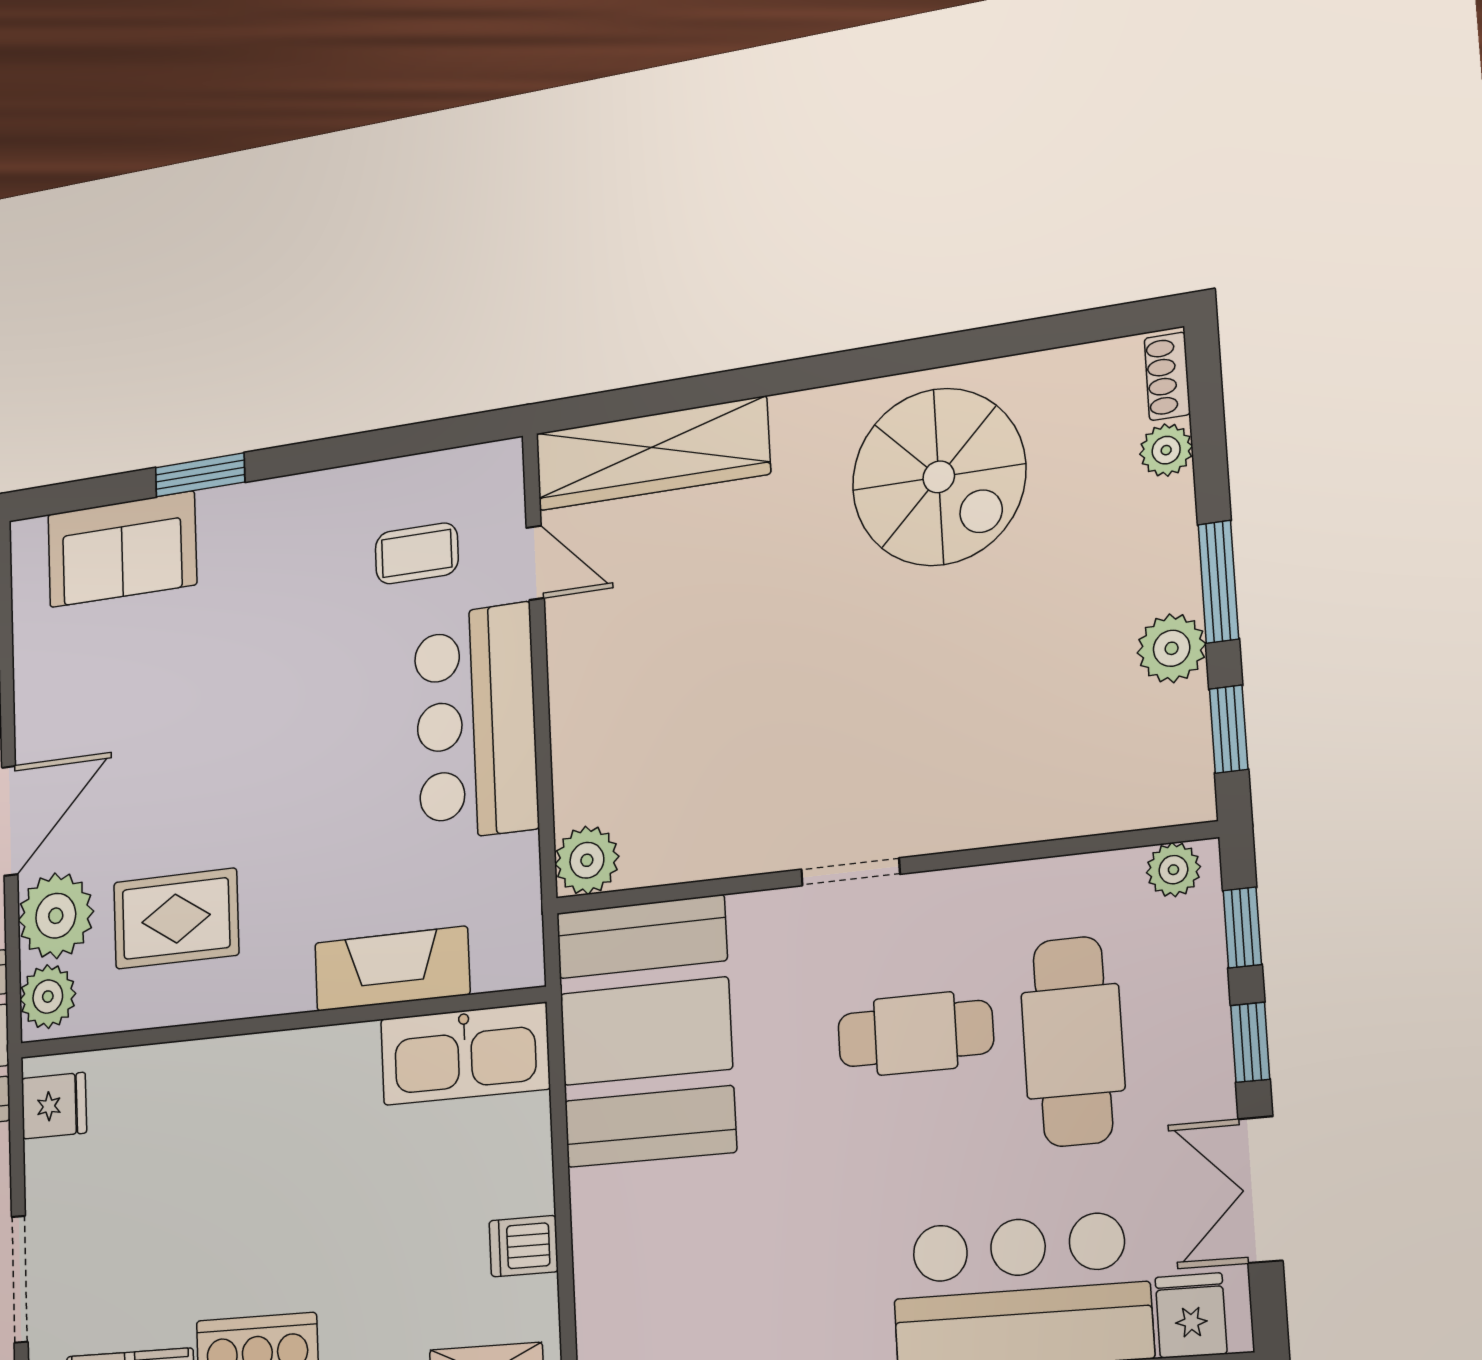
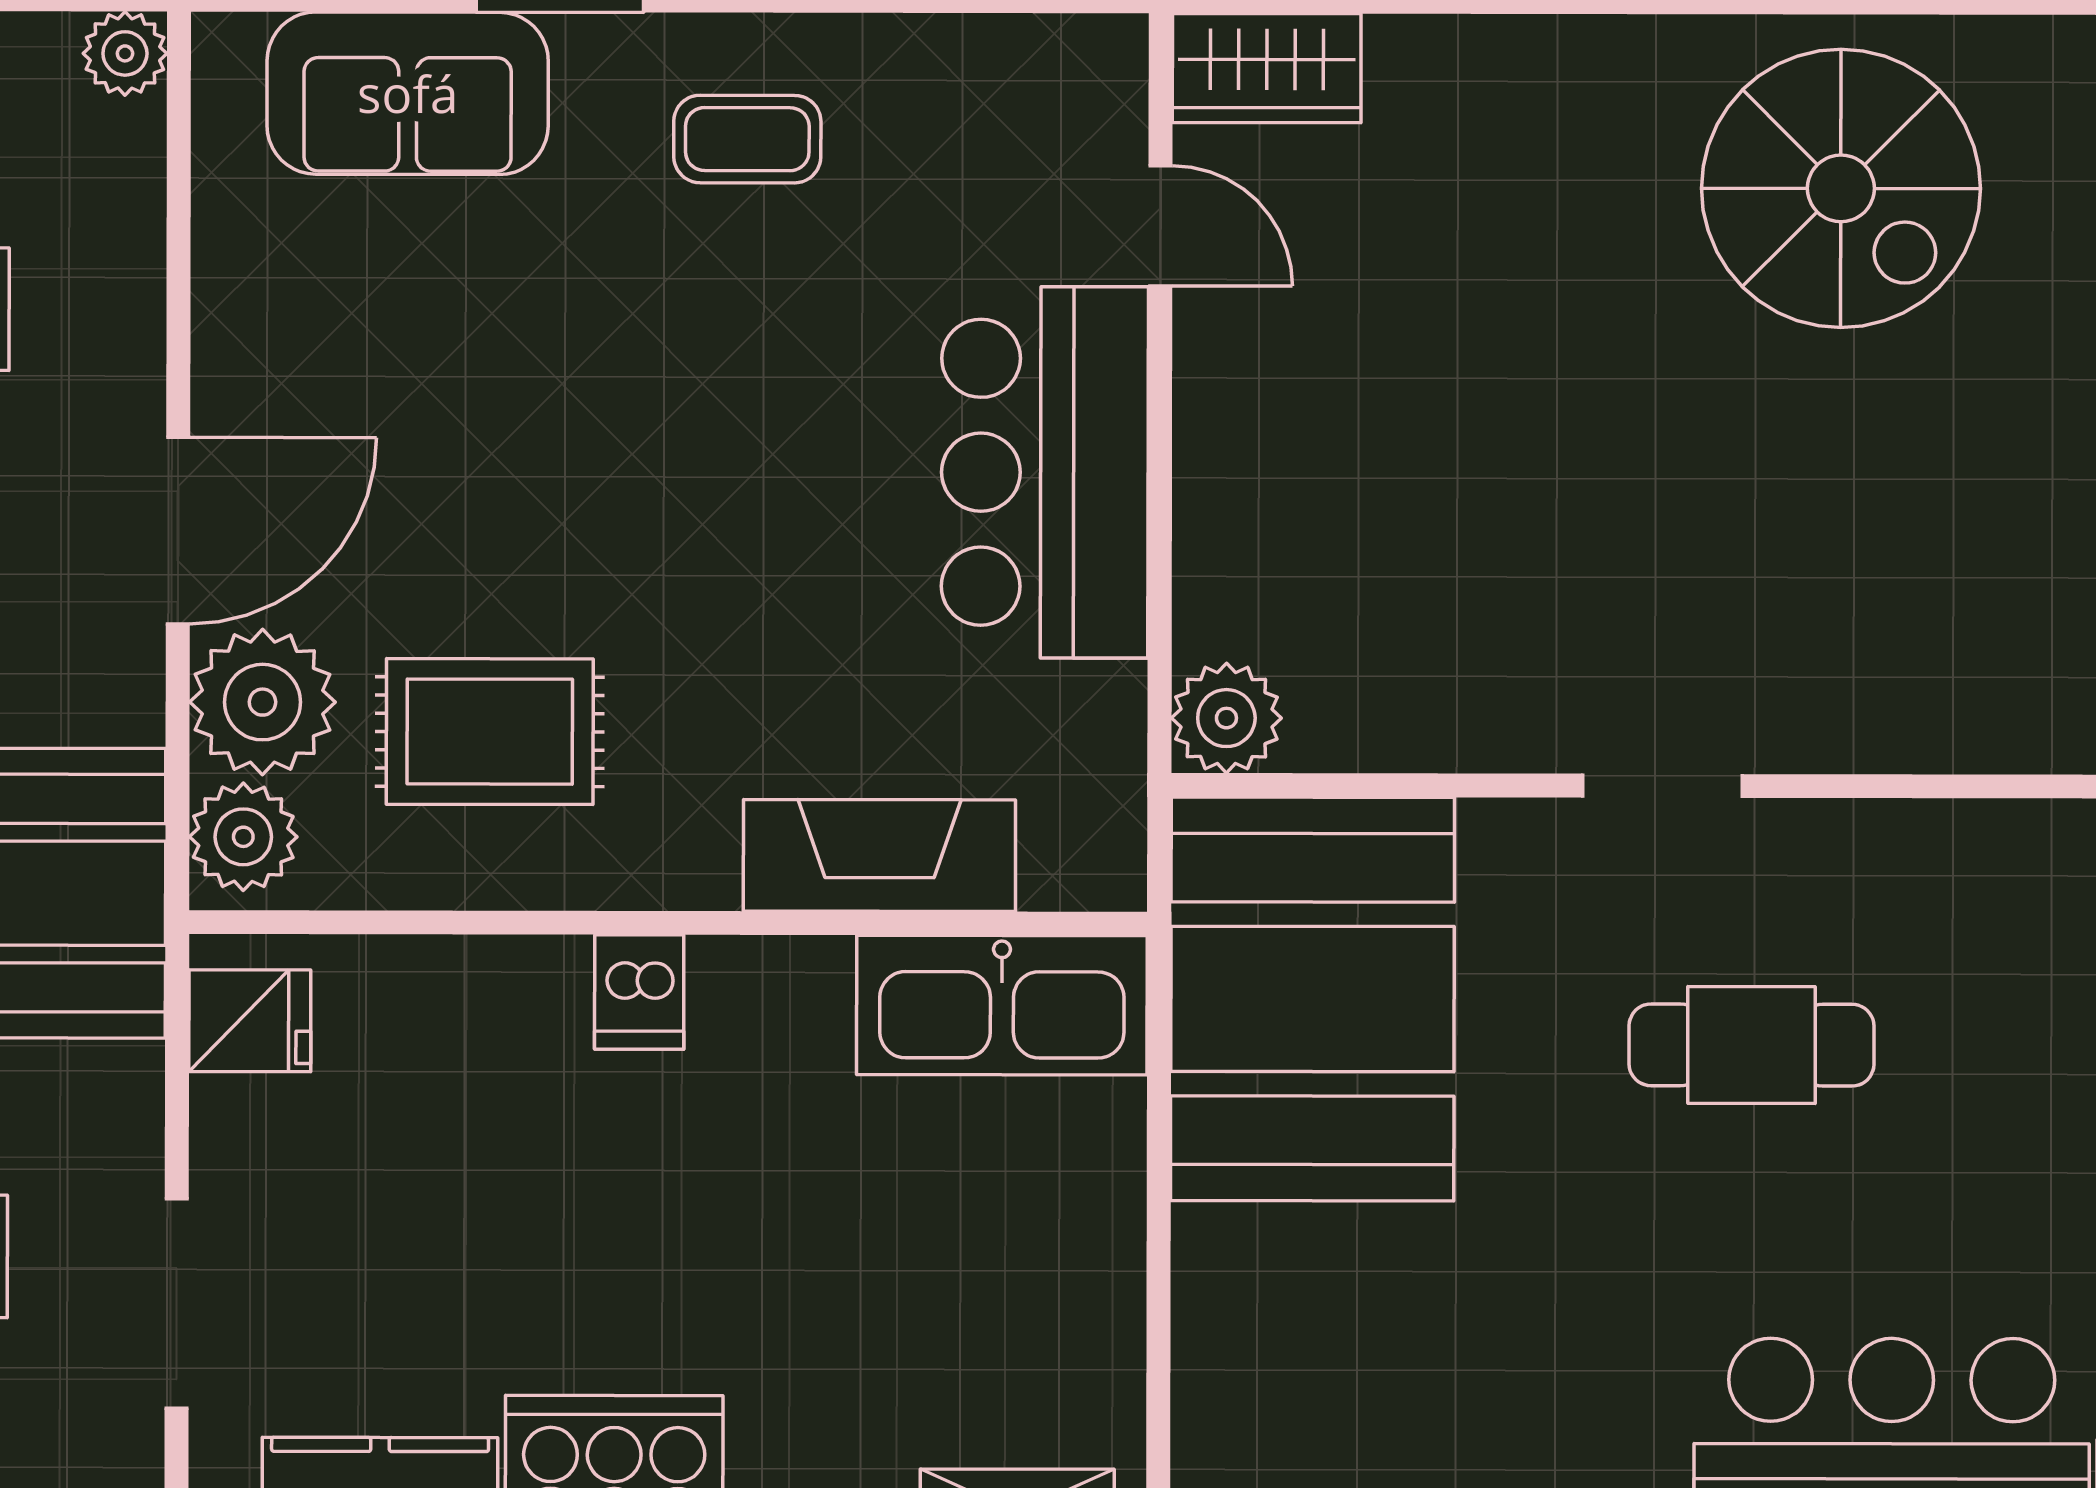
wardrobe: (652, 454) -> (1267, 68), width x0.48, depth x0.85
coffee table: (417, 553) -> (747, 139), moved
cafe table: (1073, 1041) -> (1996, 1080), removed
dishwasher: (524, 1246) -> (639, 992), moved, turned -90

